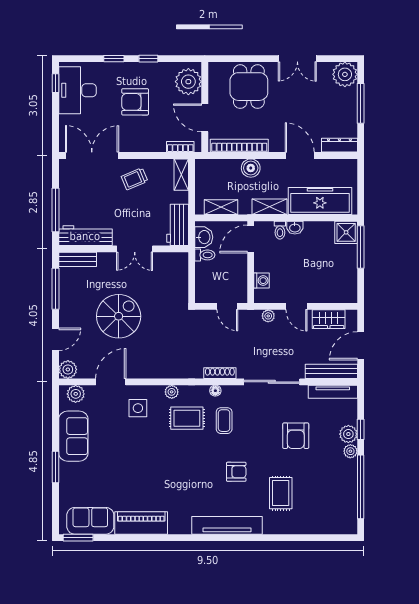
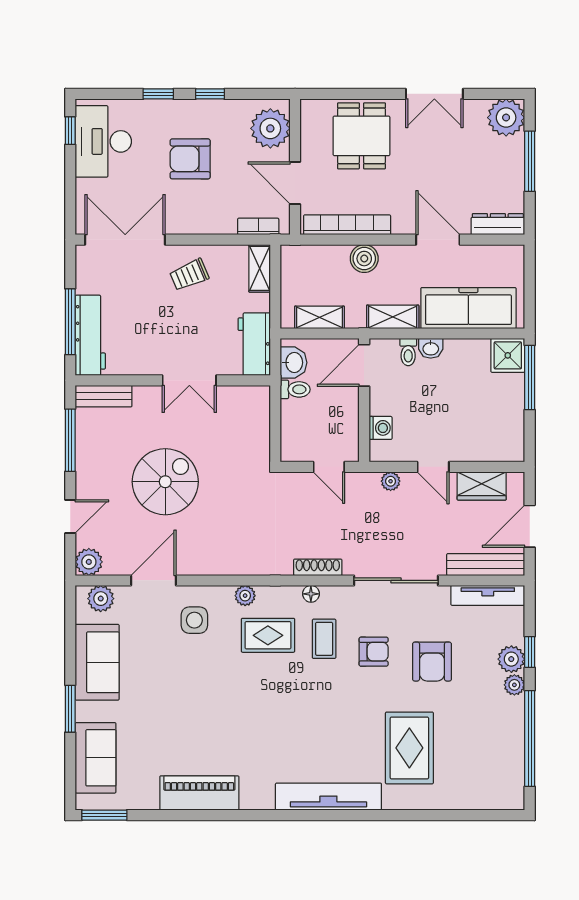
workbench: (85, 236) -> (90, 335), moved, turned 90
armchair: (236, 472) -> (374, 652), moved
rug: (281, 493) -> (409, 748), width x1.36, depth x1.43
sofa: (90, 521) -> (96, 758), moved, turned 90

